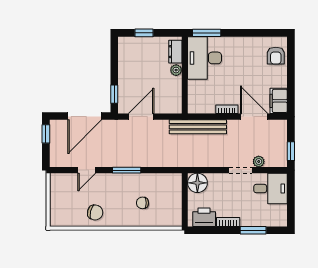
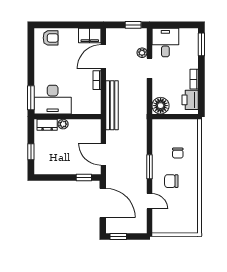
chair: (95, 212) -> (171, 181), moved, turned -104
window: (253, 230) -> (201, 44), moved

